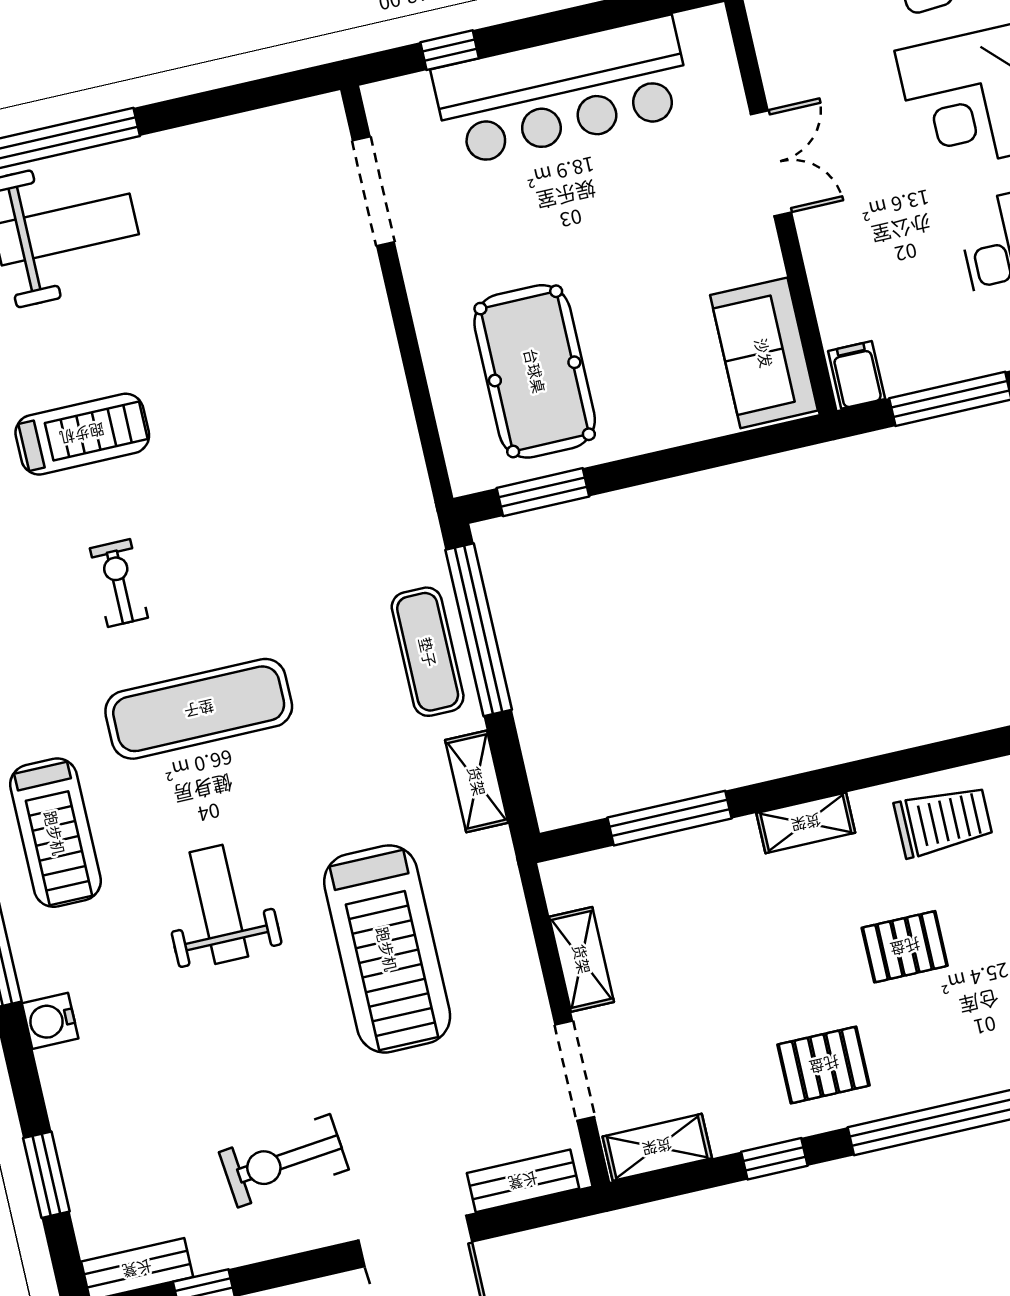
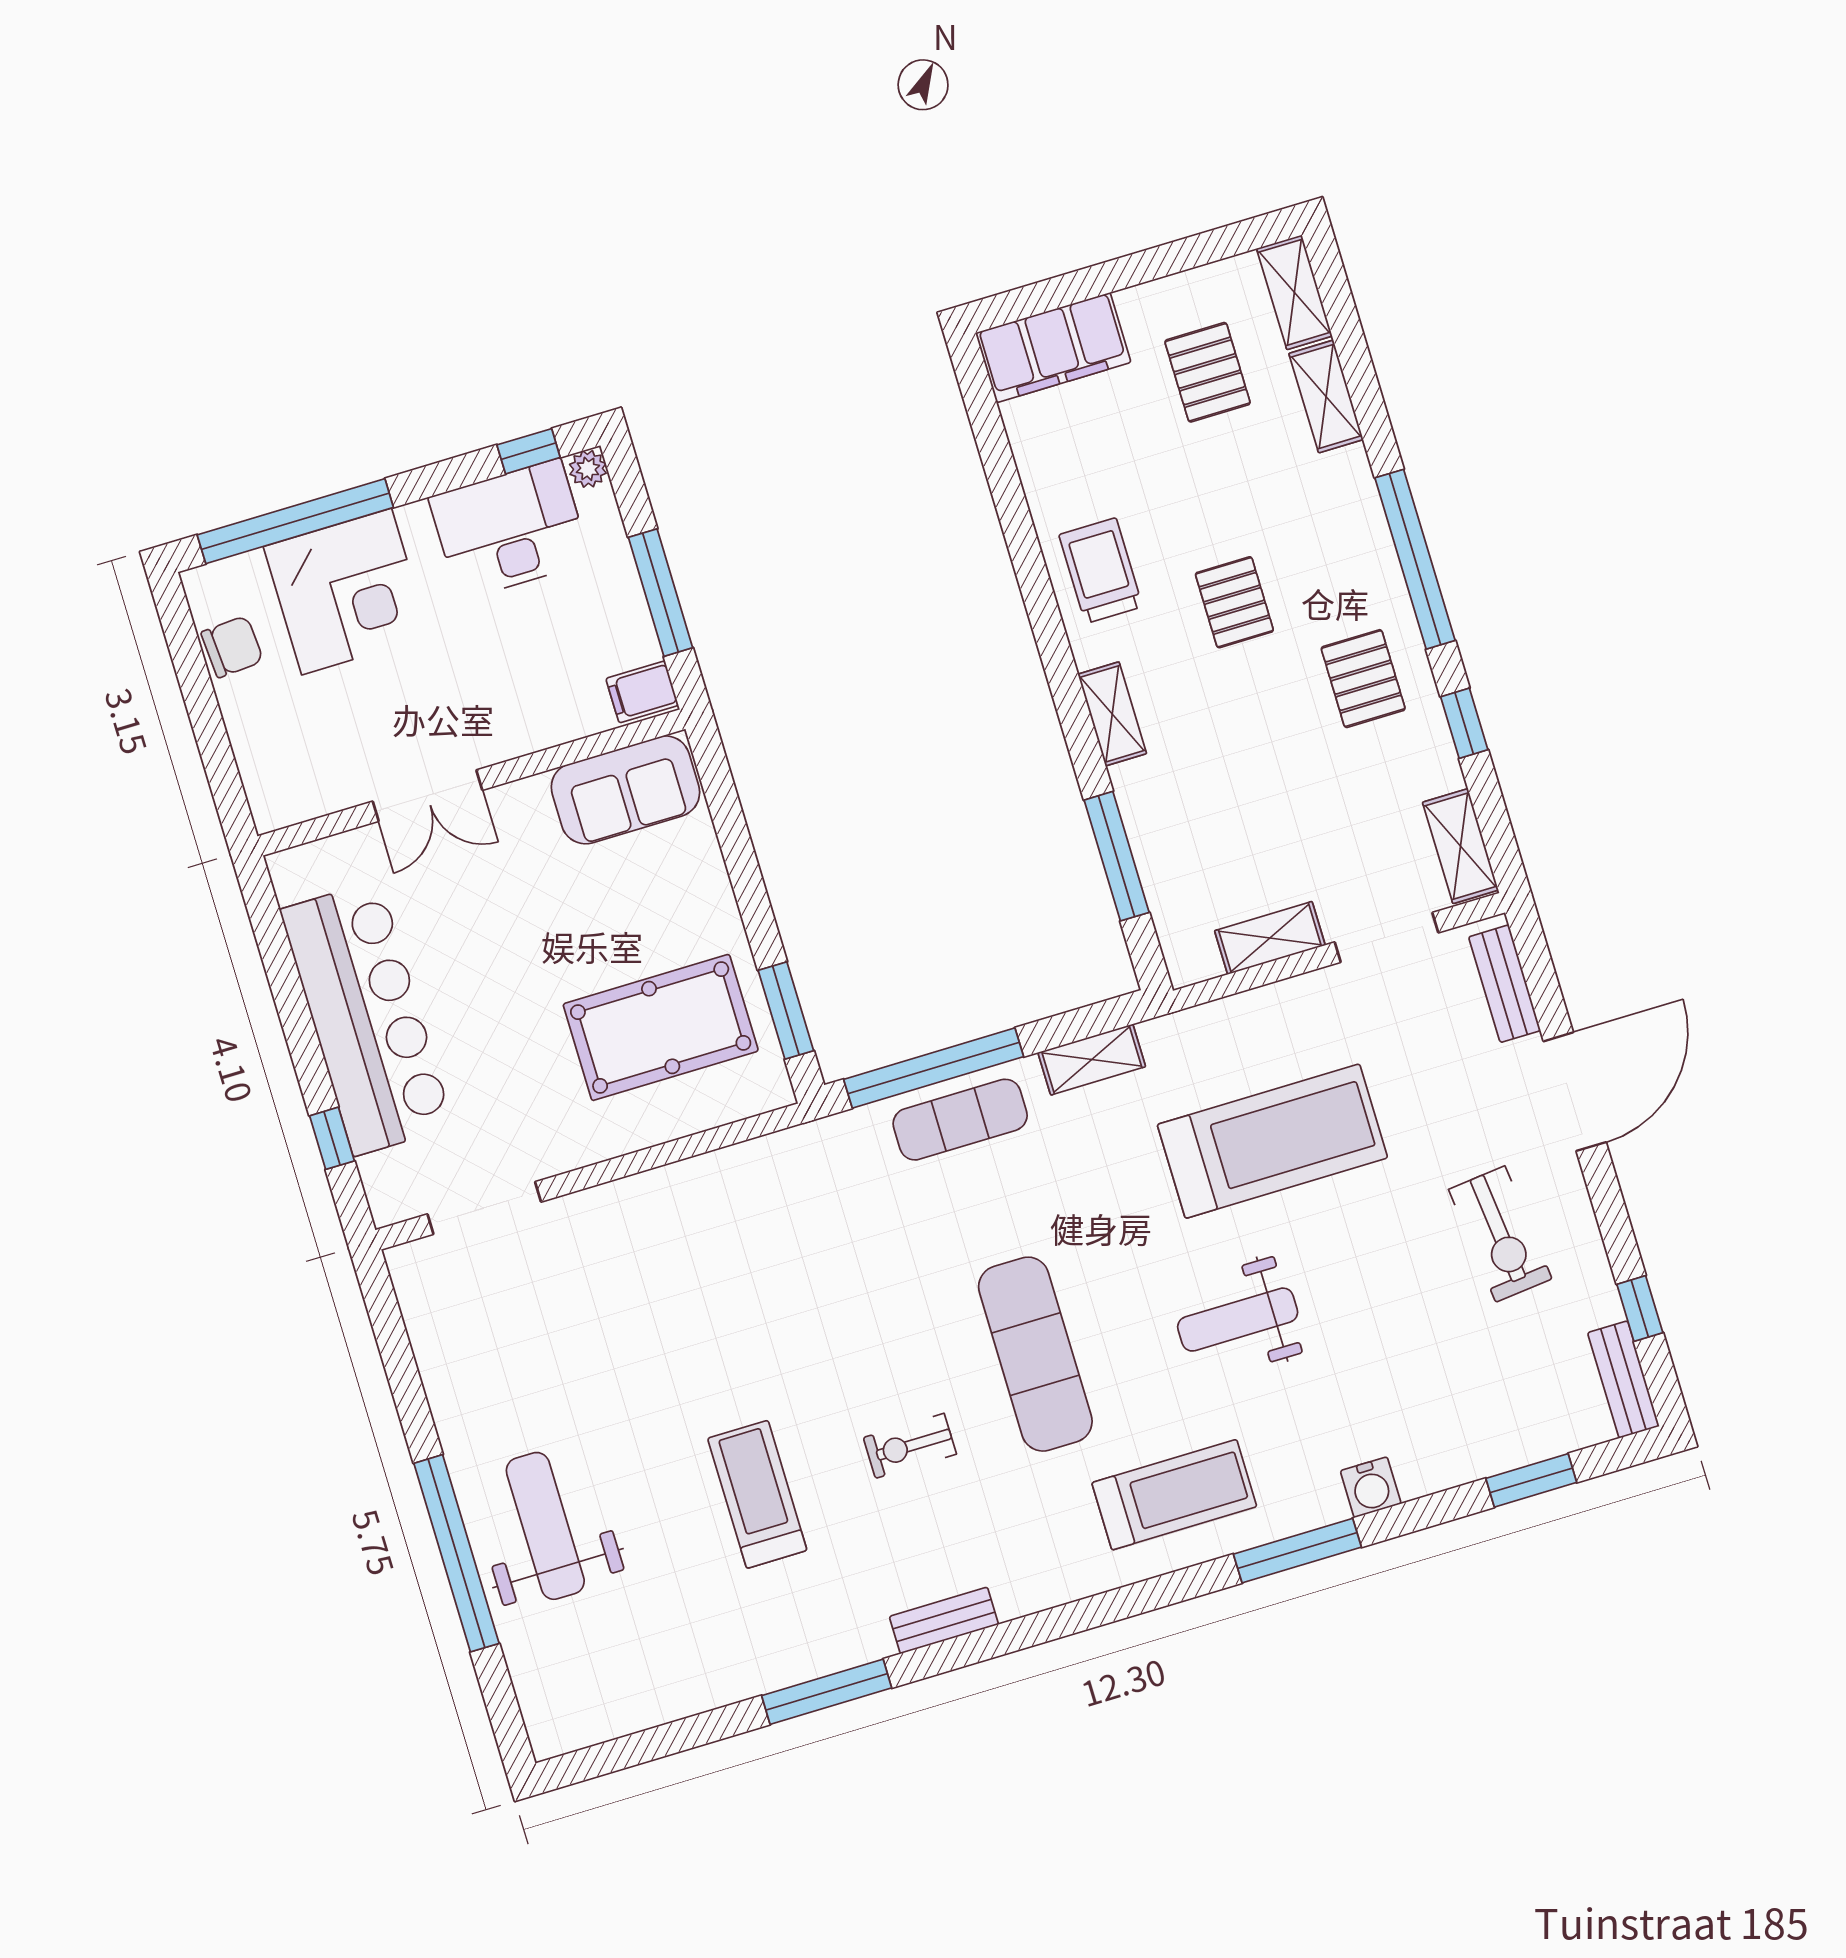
double door: (771, 163) -> (427, 796), swing flipped

